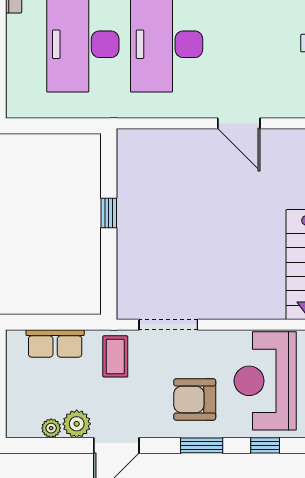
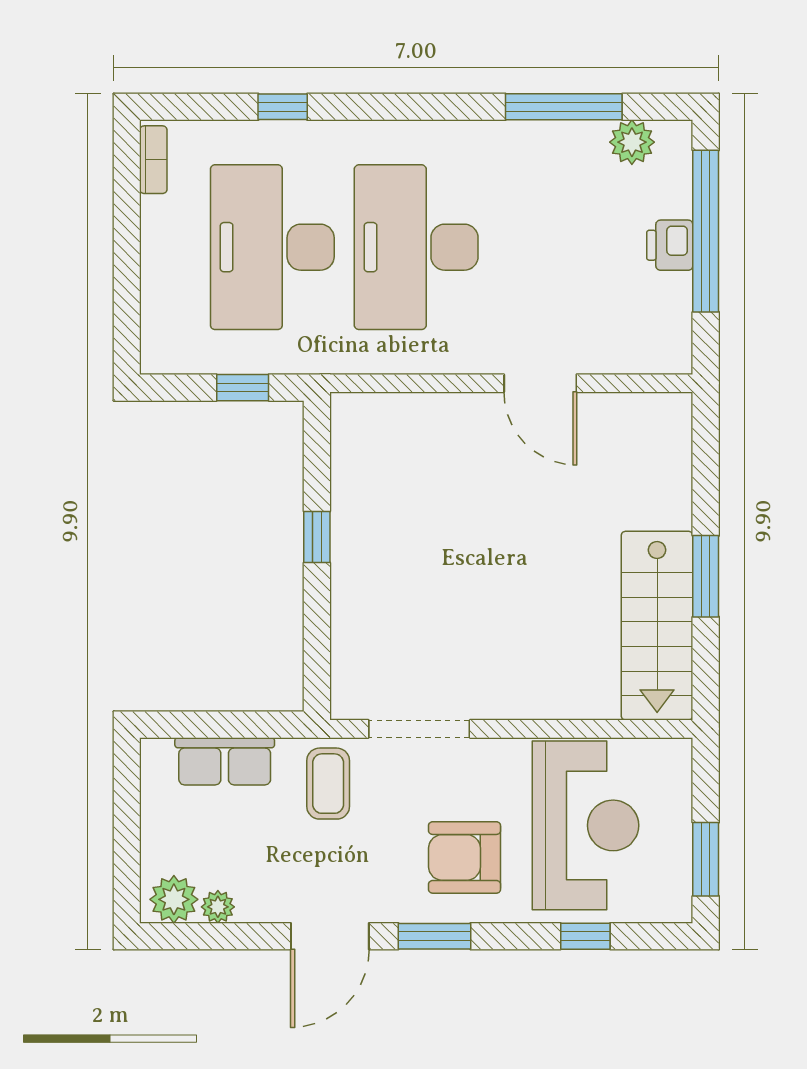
window: (66, 126) -> (243, 388), added
reception desk: (265, 381) -> (585, 825), turned 180
plant: (77, 424) -> (174, 899), moved
window: (202, 445) -> (434, 936), moved

